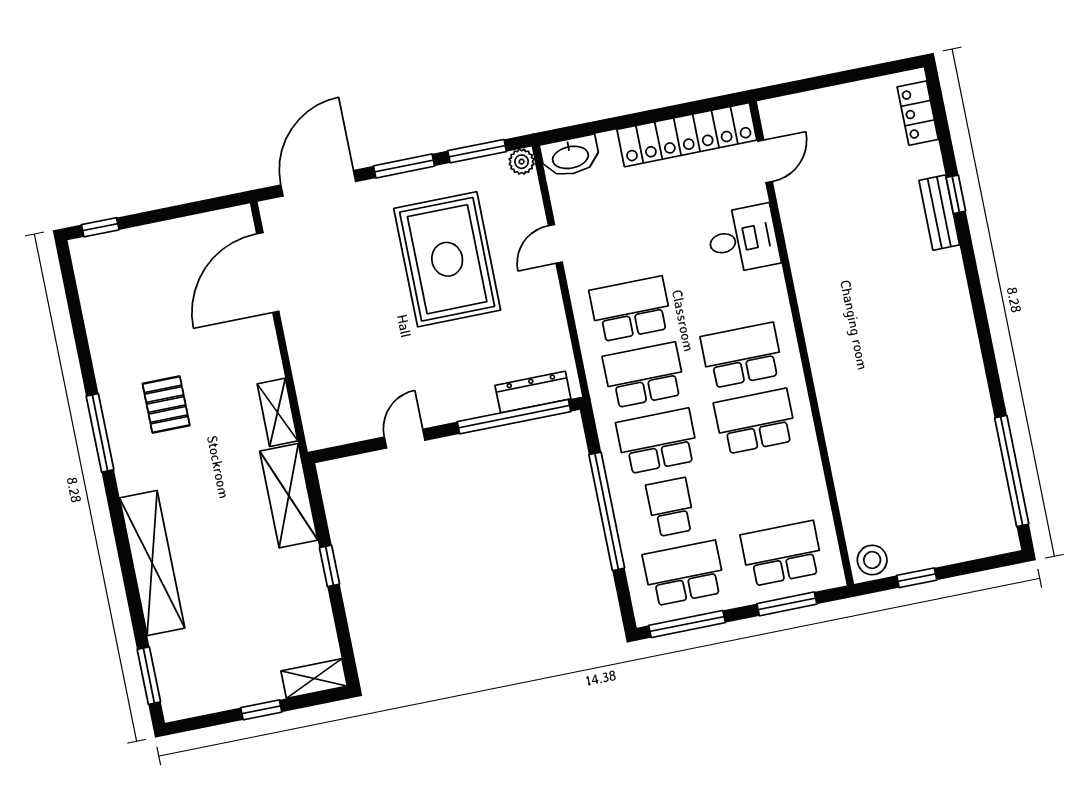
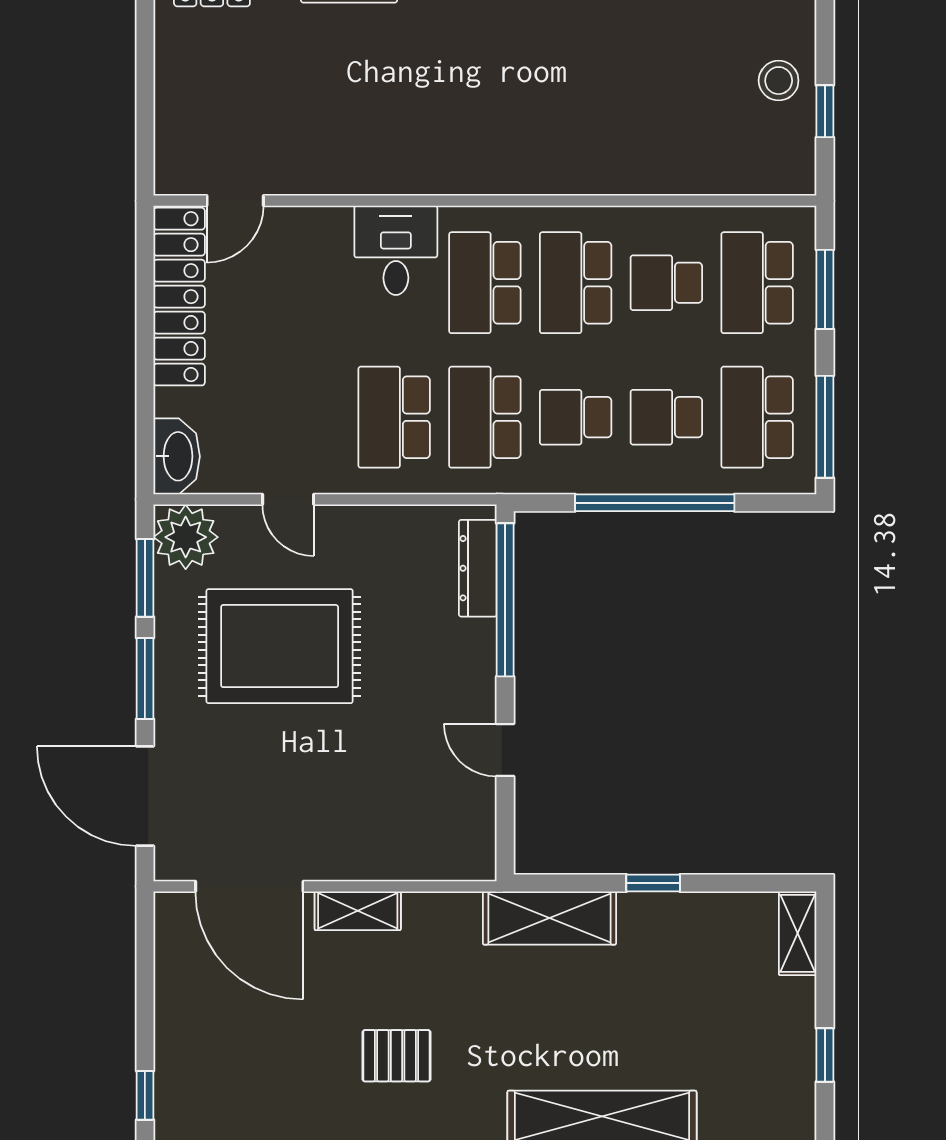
door: (765, 161) -> (235, 201), swing flipped
plant: (522, 162) -> (186, 537), width x1.88, depth x1.88
desk: (743, 239) -> (396, 250), moved
shelving: (277, 412) -> (358, 911), moved
school desk: (657, 441) -> (576, 417), width x0.54
school desk: (769, 487) -> (666, 283), added
stool: (872, 560) -> (779, 81), moved
window: (261, 710) -> (825, 1055), moved

